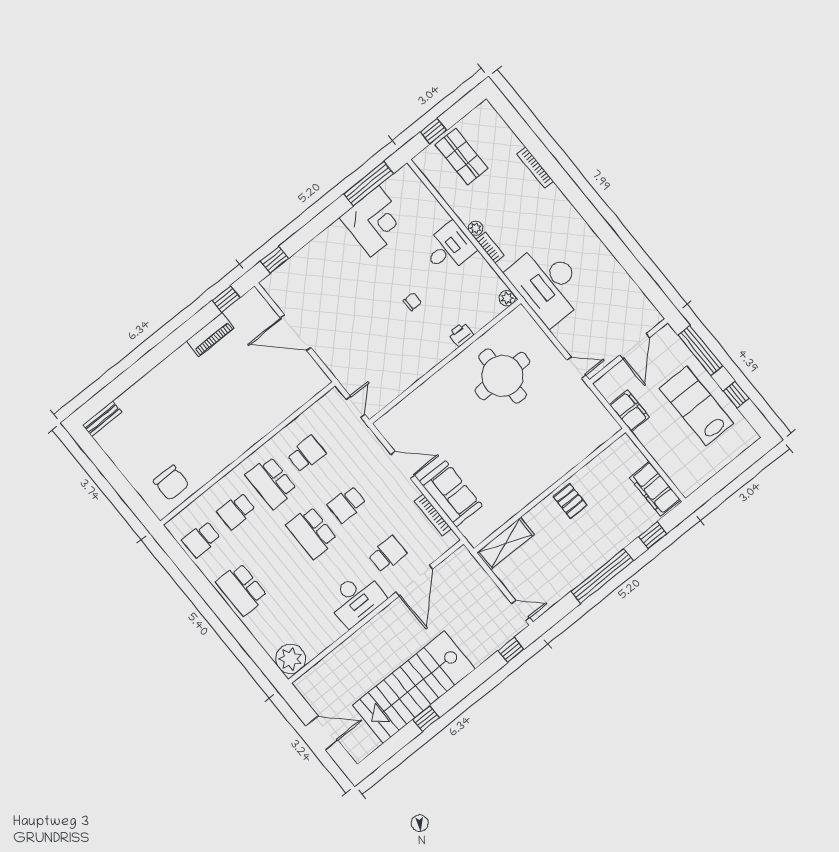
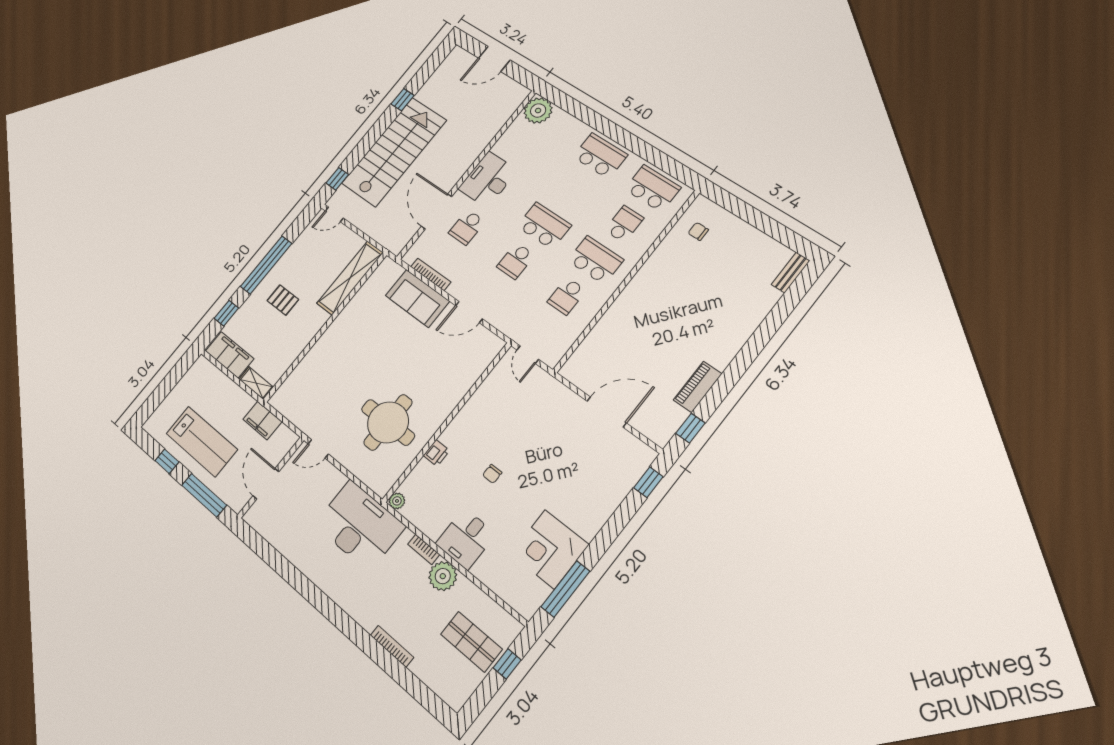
plant: (476, 228) -> (443, 576), width x1.87, depth x1.87
shelving: (631, 451) -> (256, 383), added
chair: (171, 483) -> (698, 231), width x0.54, depth x0.54
pallet: (570, 501) -> (283, 300), moved
school desk: (347, 504) -> (516, 261), turned 180
school desk: (201, 539) -> (653, 188), width x1.85
shelving: (505, 544) -> (350, 278), width x1.47
stairs: (414, 687) -> (394, 152), moved

